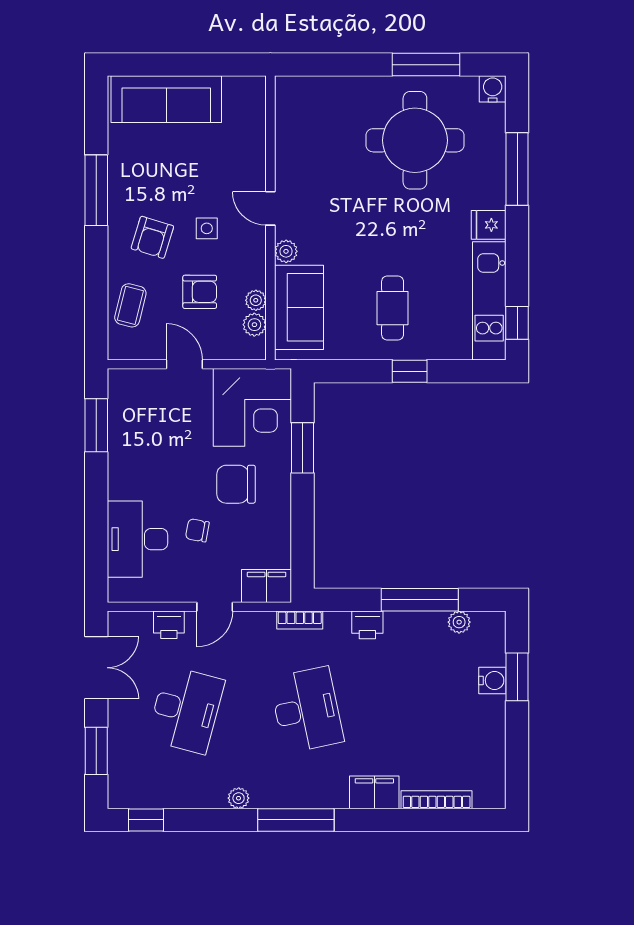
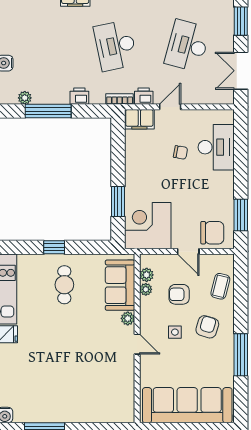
sofa: (166, 99) -> (187, 405), width x1.36, depth x1.27
round table: (415, 140) -> (51, 385), removed
chair: (236, 484) -> (212, 233), moved
printer: (169, 625) -> (144, 96), moved

